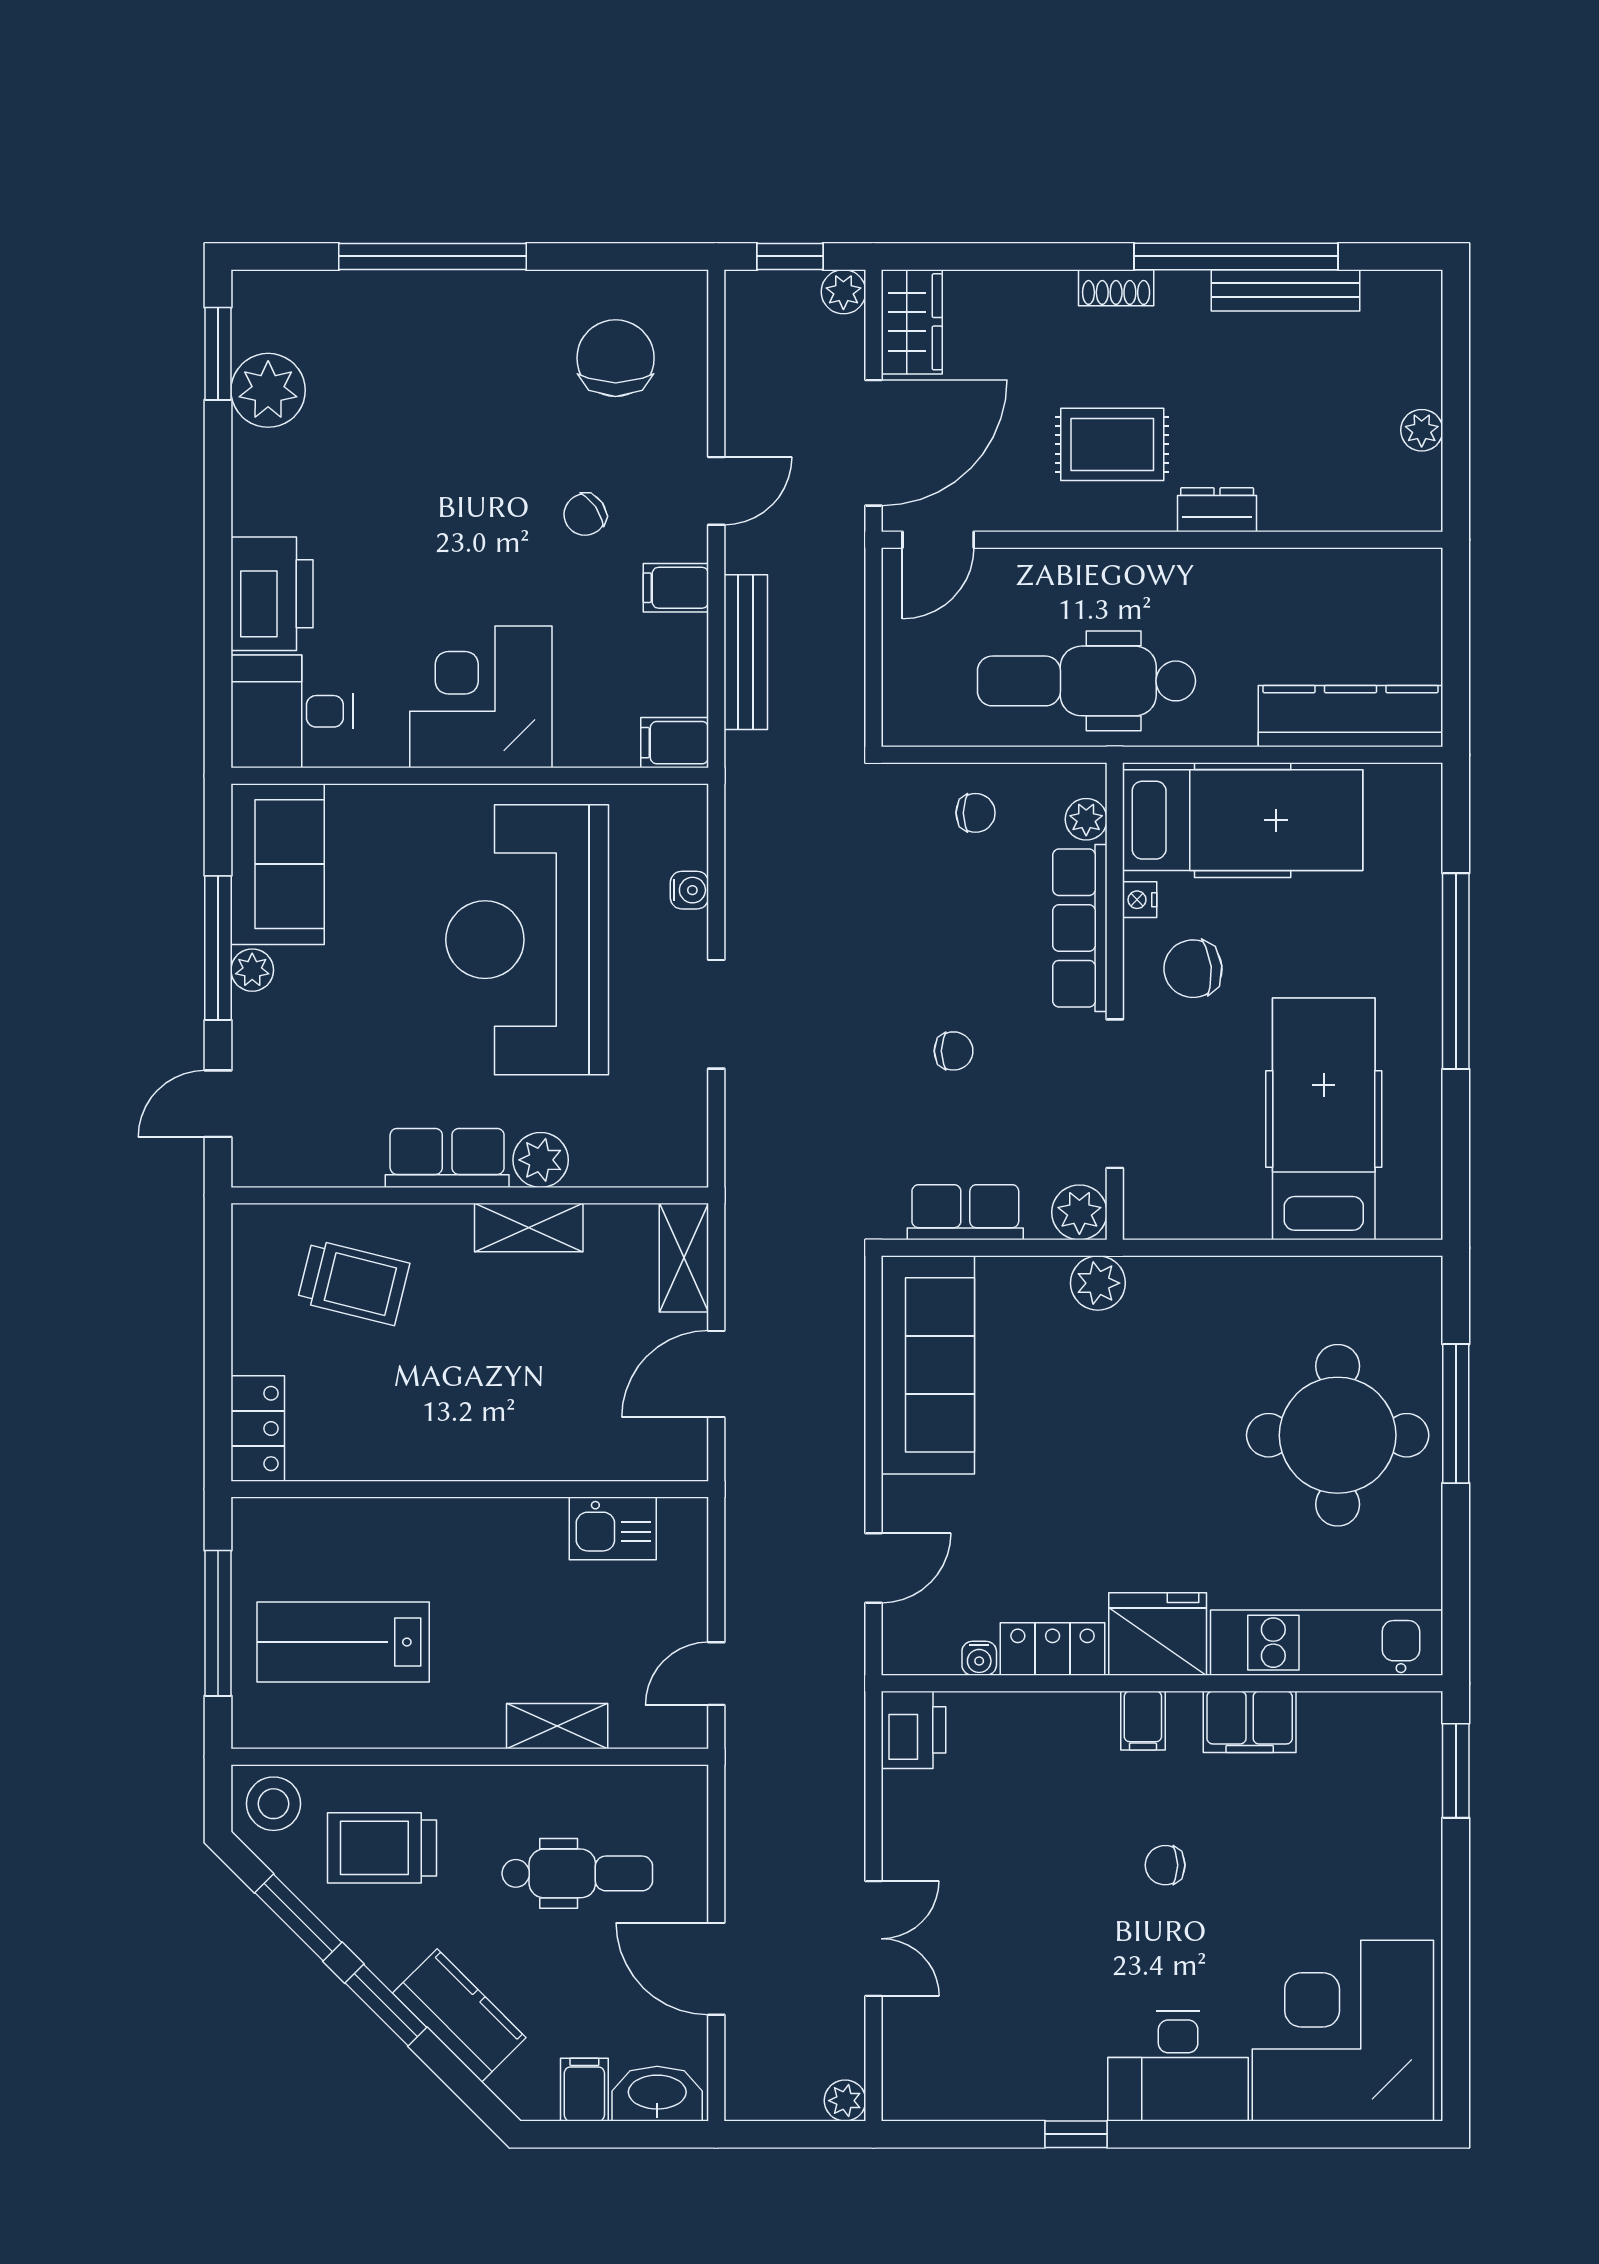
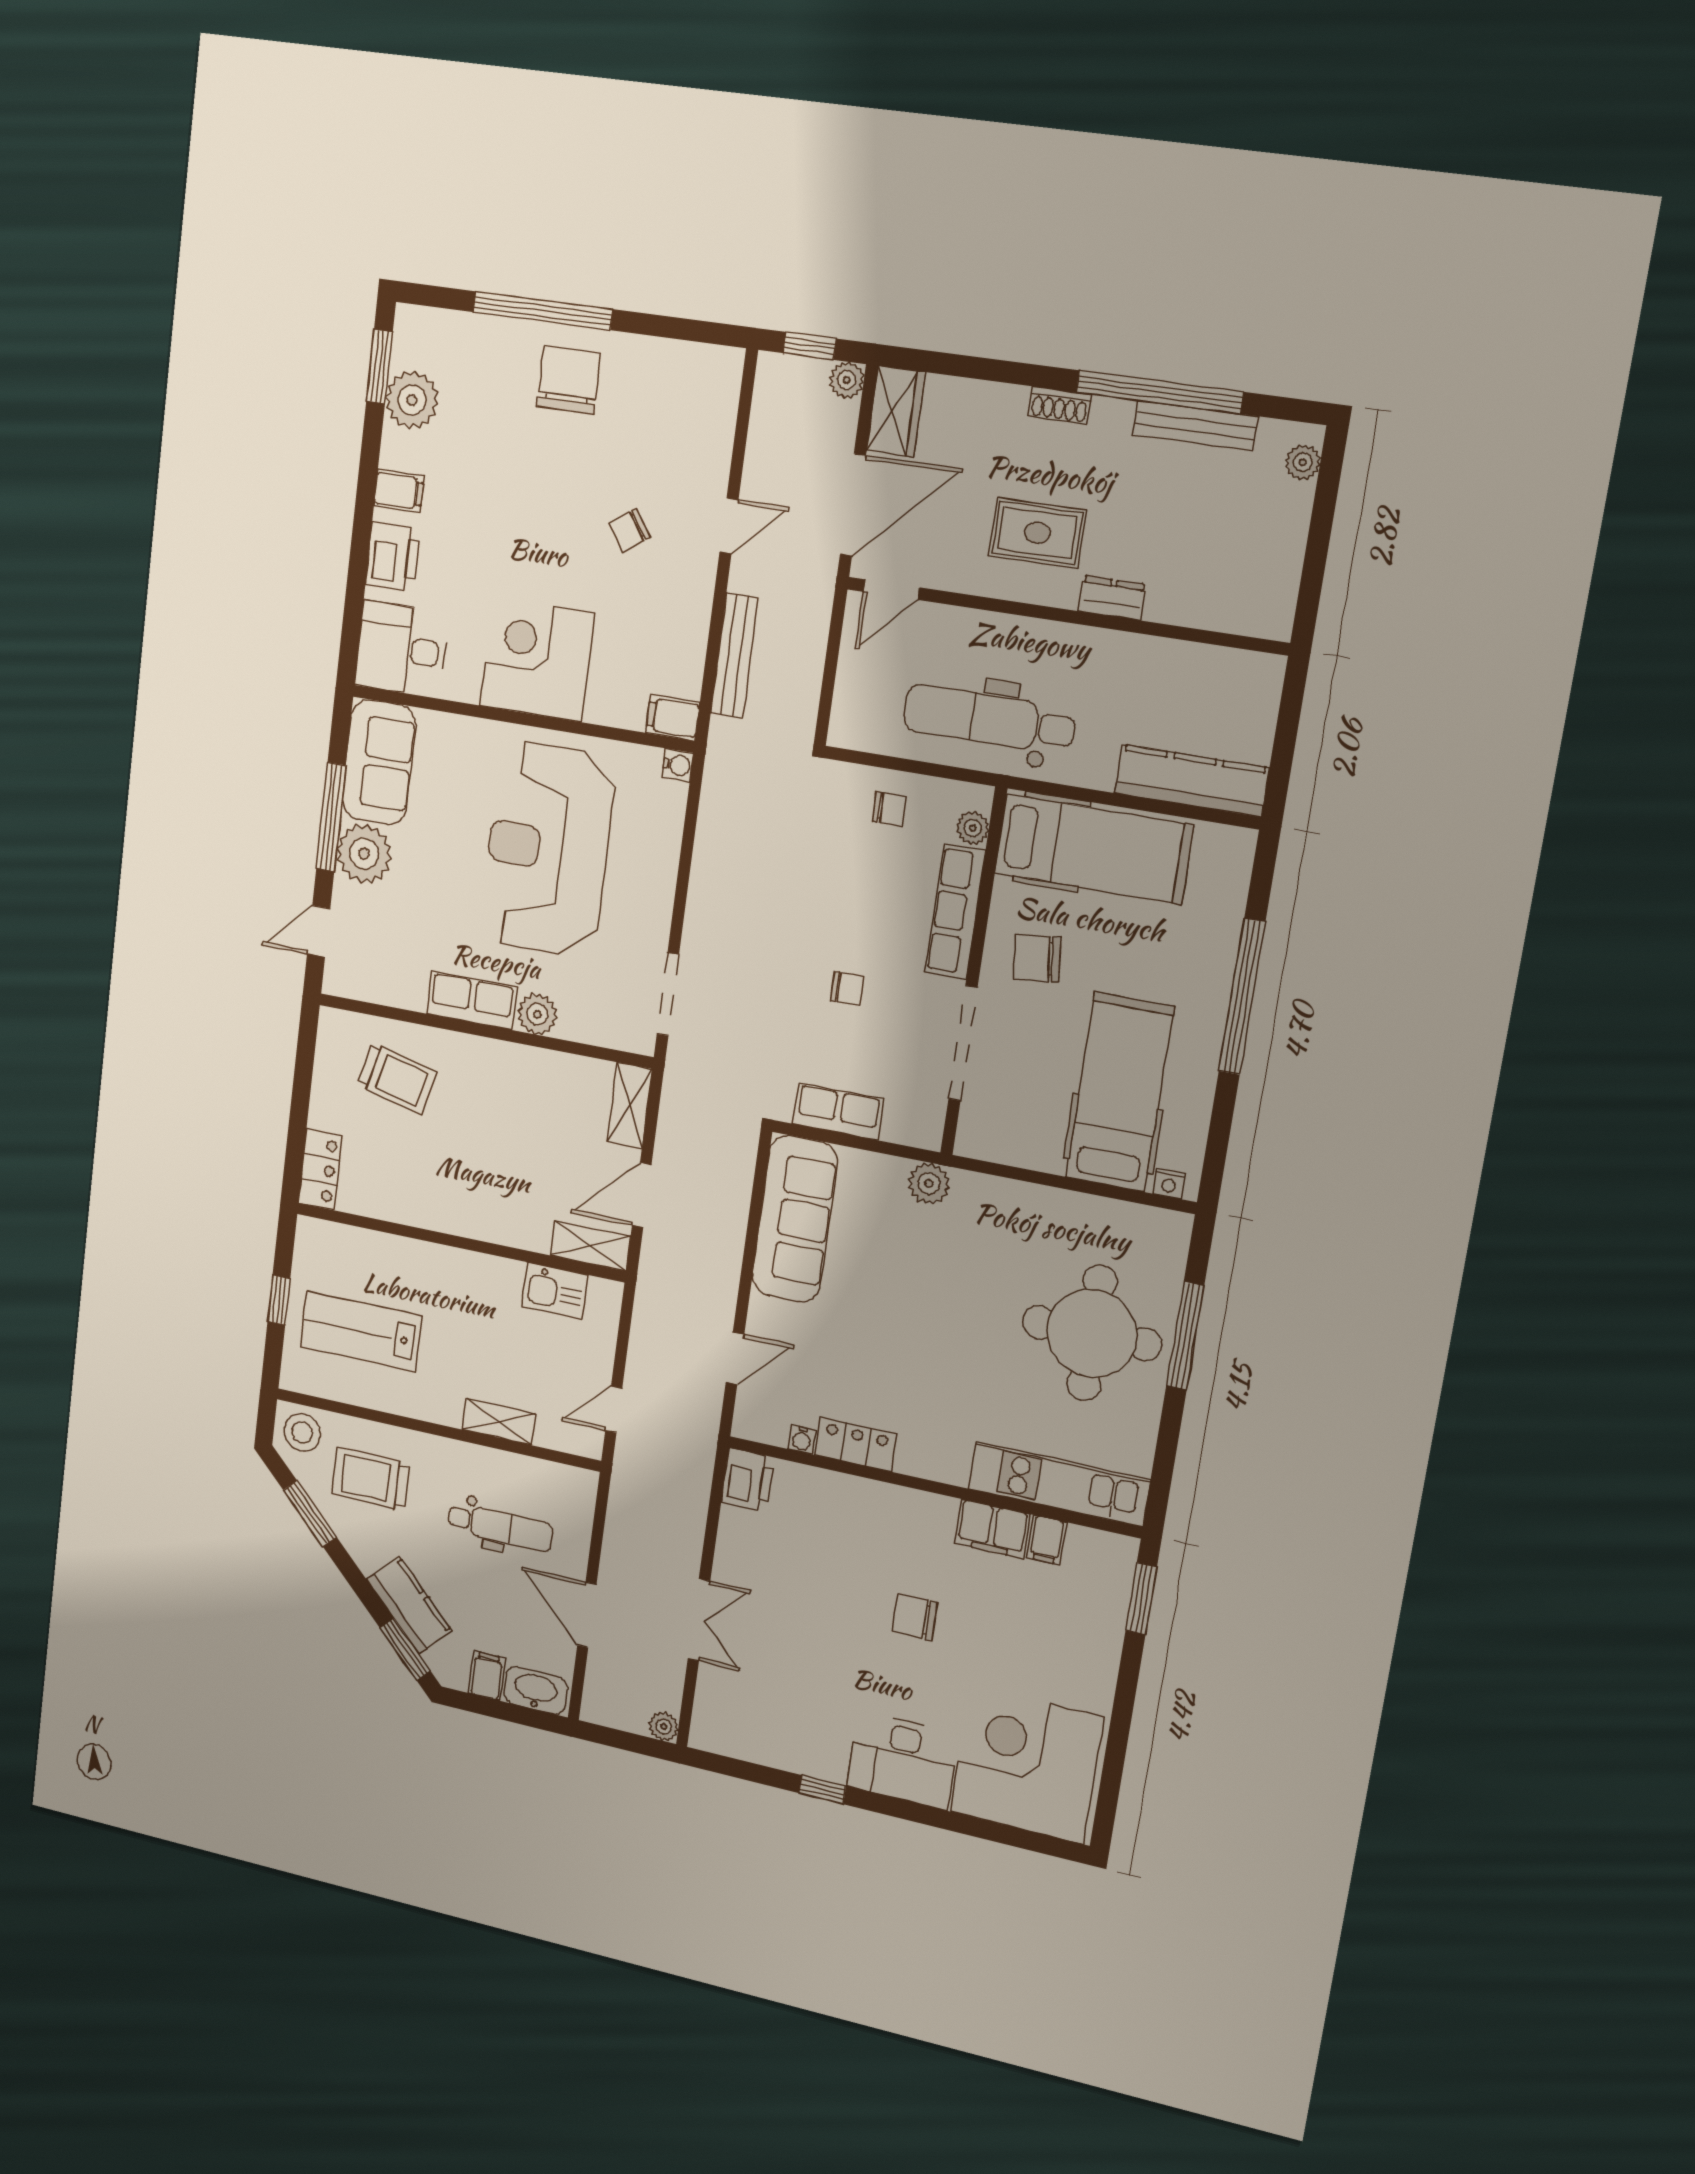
chair: (616, 358) -> (569, 380), moved
plant: (1422, 430) -> (1303, 462), moved
filing cabinet: (676, 588) -> (399, 491), moved, turned 180
printer: (272, 594) -> (393, 557), width x0.73, depth x0.84
water cooler: (689, 890) -> (678, 765), moved
nightstand: (1140, 900) -> (1169, 1184), moved, turned -90
plant: (252, 970) -> (364, 854), width x1.88, depth x1.88
doorway: (716, 1014) -> (668, 994), moved
plant: (1079, 1212) -> (923, 1128), removed
shelving: (529, 1228) -> (590, 1246), moved
window: (218, 1623) -> (279, 1300), width x0.46
fridge: (1158, 1634) -> (934, 1450), removed
filing cabinet: (1143, 1721) -> (1047, 1540), moved
chair: (1165, 1865) -> (915, 1617), width x1.37, depth x1.37
window: (386, 2005) -> (405, 1649), moved

